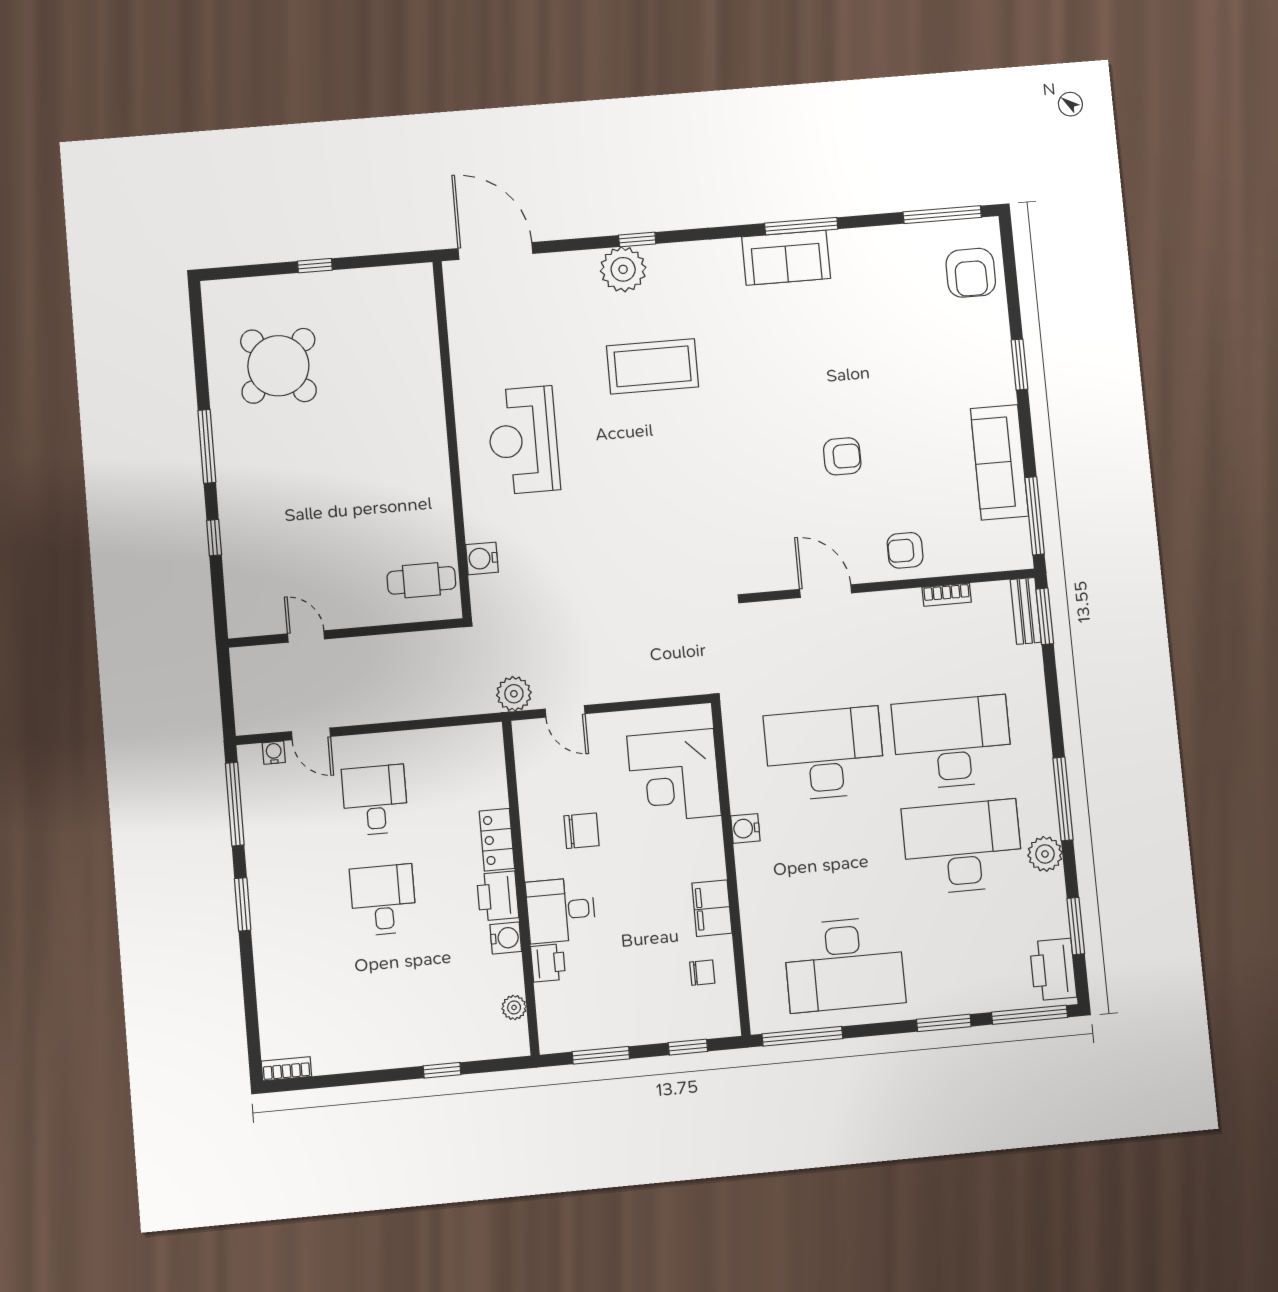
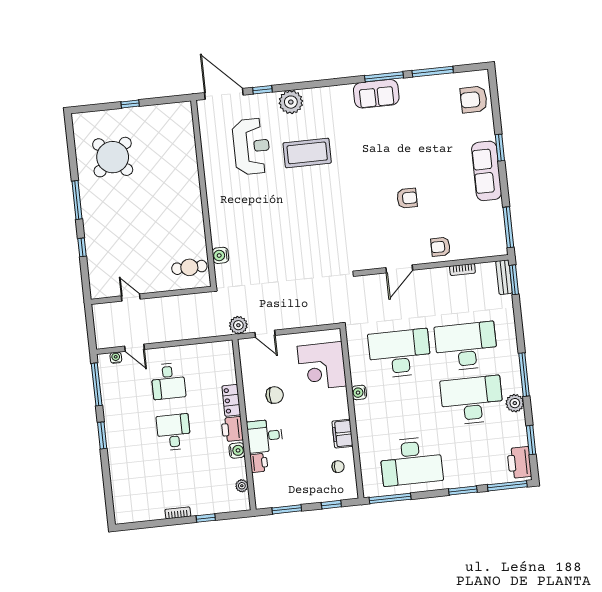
window: (942, 215) -> (433, 72), moved
window: (637, 239) -> (262, 90), moved
armchair: (971, 273) -> (474, 99), turned 90
reception desk: (523, 440) -> (252, 146), moved, turned 180
sofa: (999, 462) -> (487, 171), moved
door: (826, 591) -> (399, 269), swing flipped
desk: (375, 800) -> (168, 381), turned 180
bookcase: (286, 1069) -> (178, 513), moved

